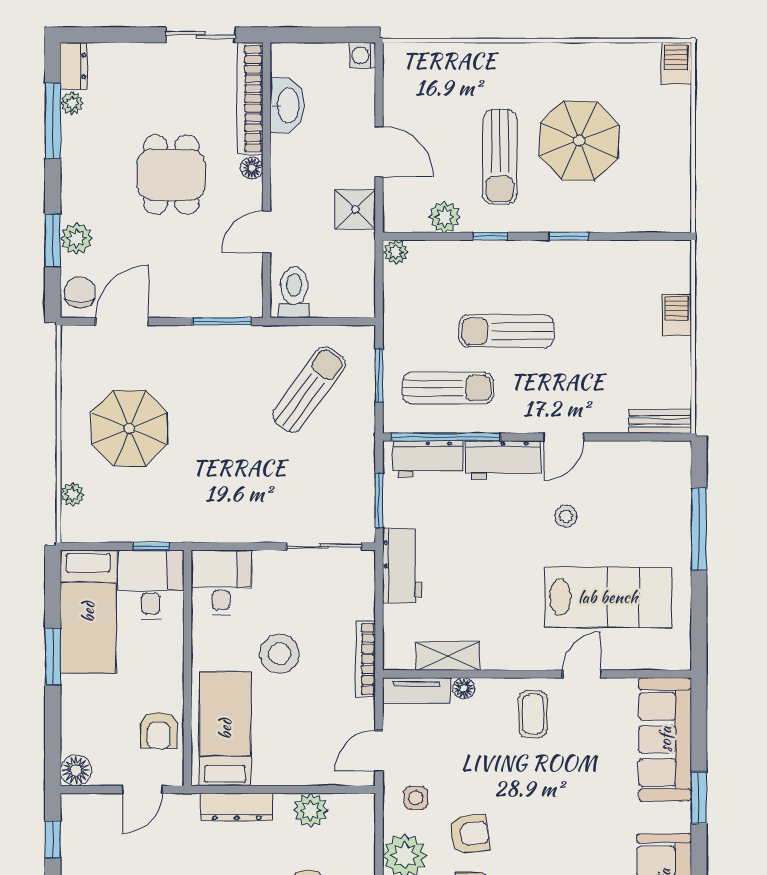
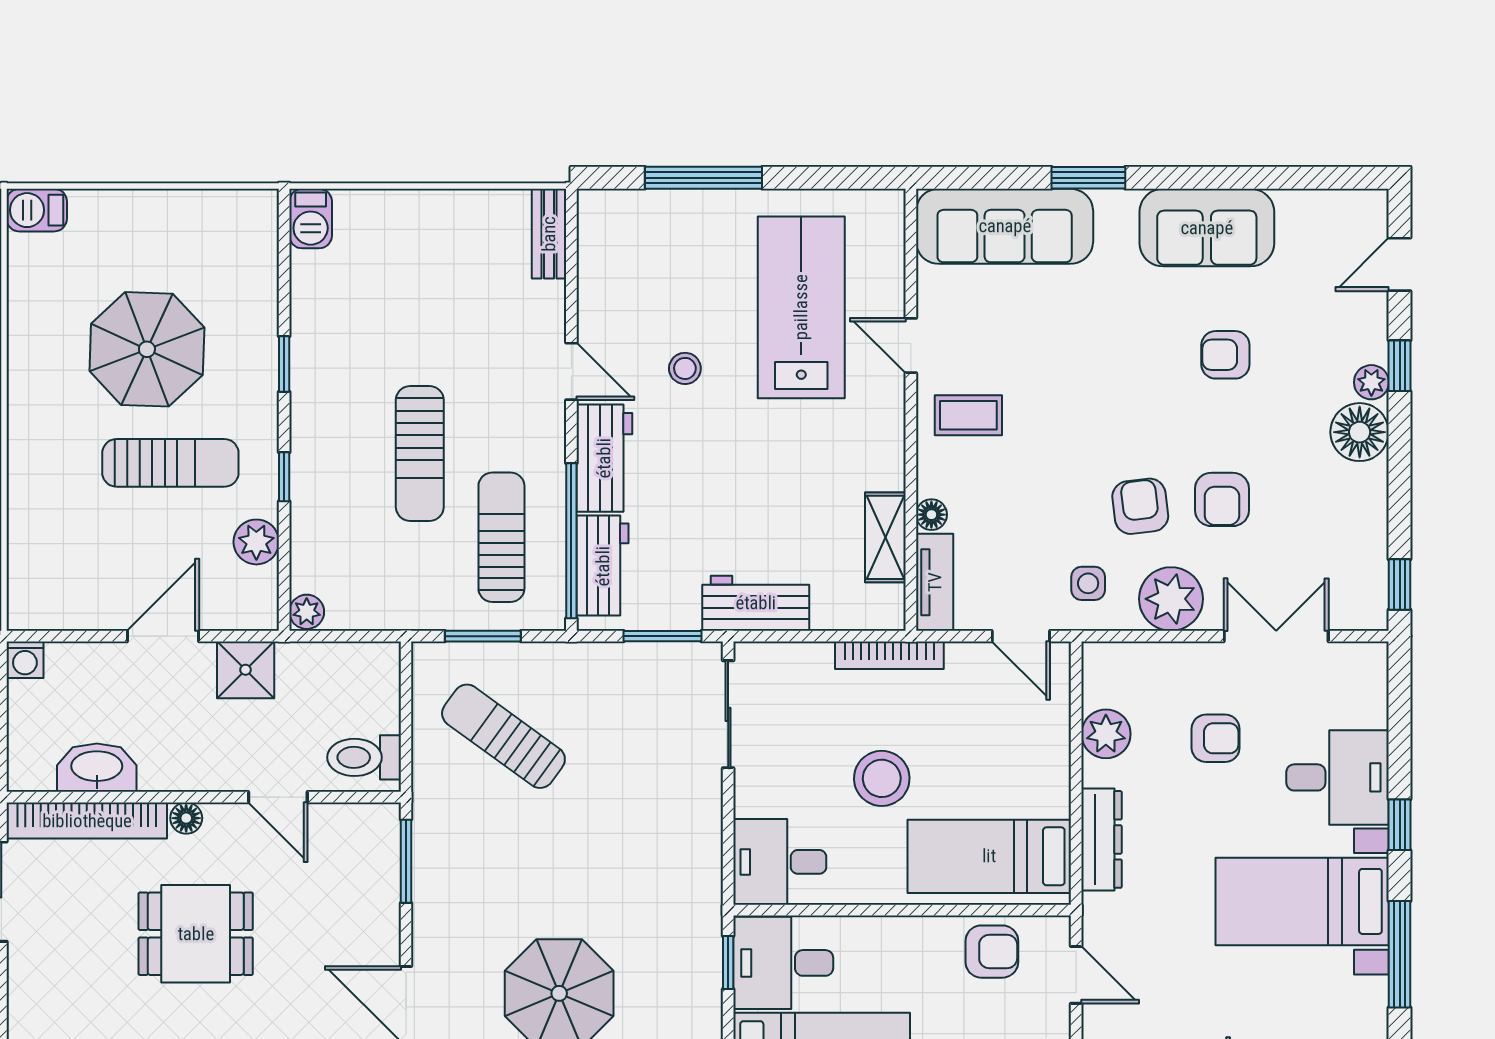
barbecue: (676, 315) -> (311, 219), moved, turned -90

